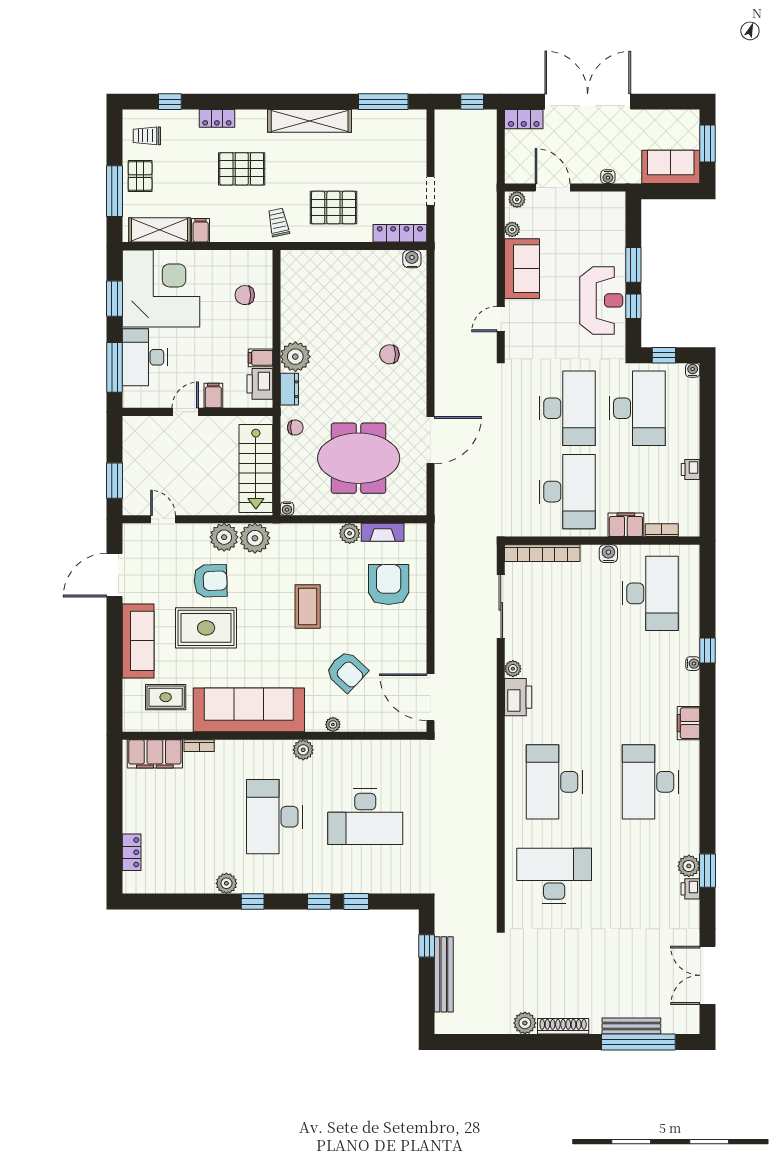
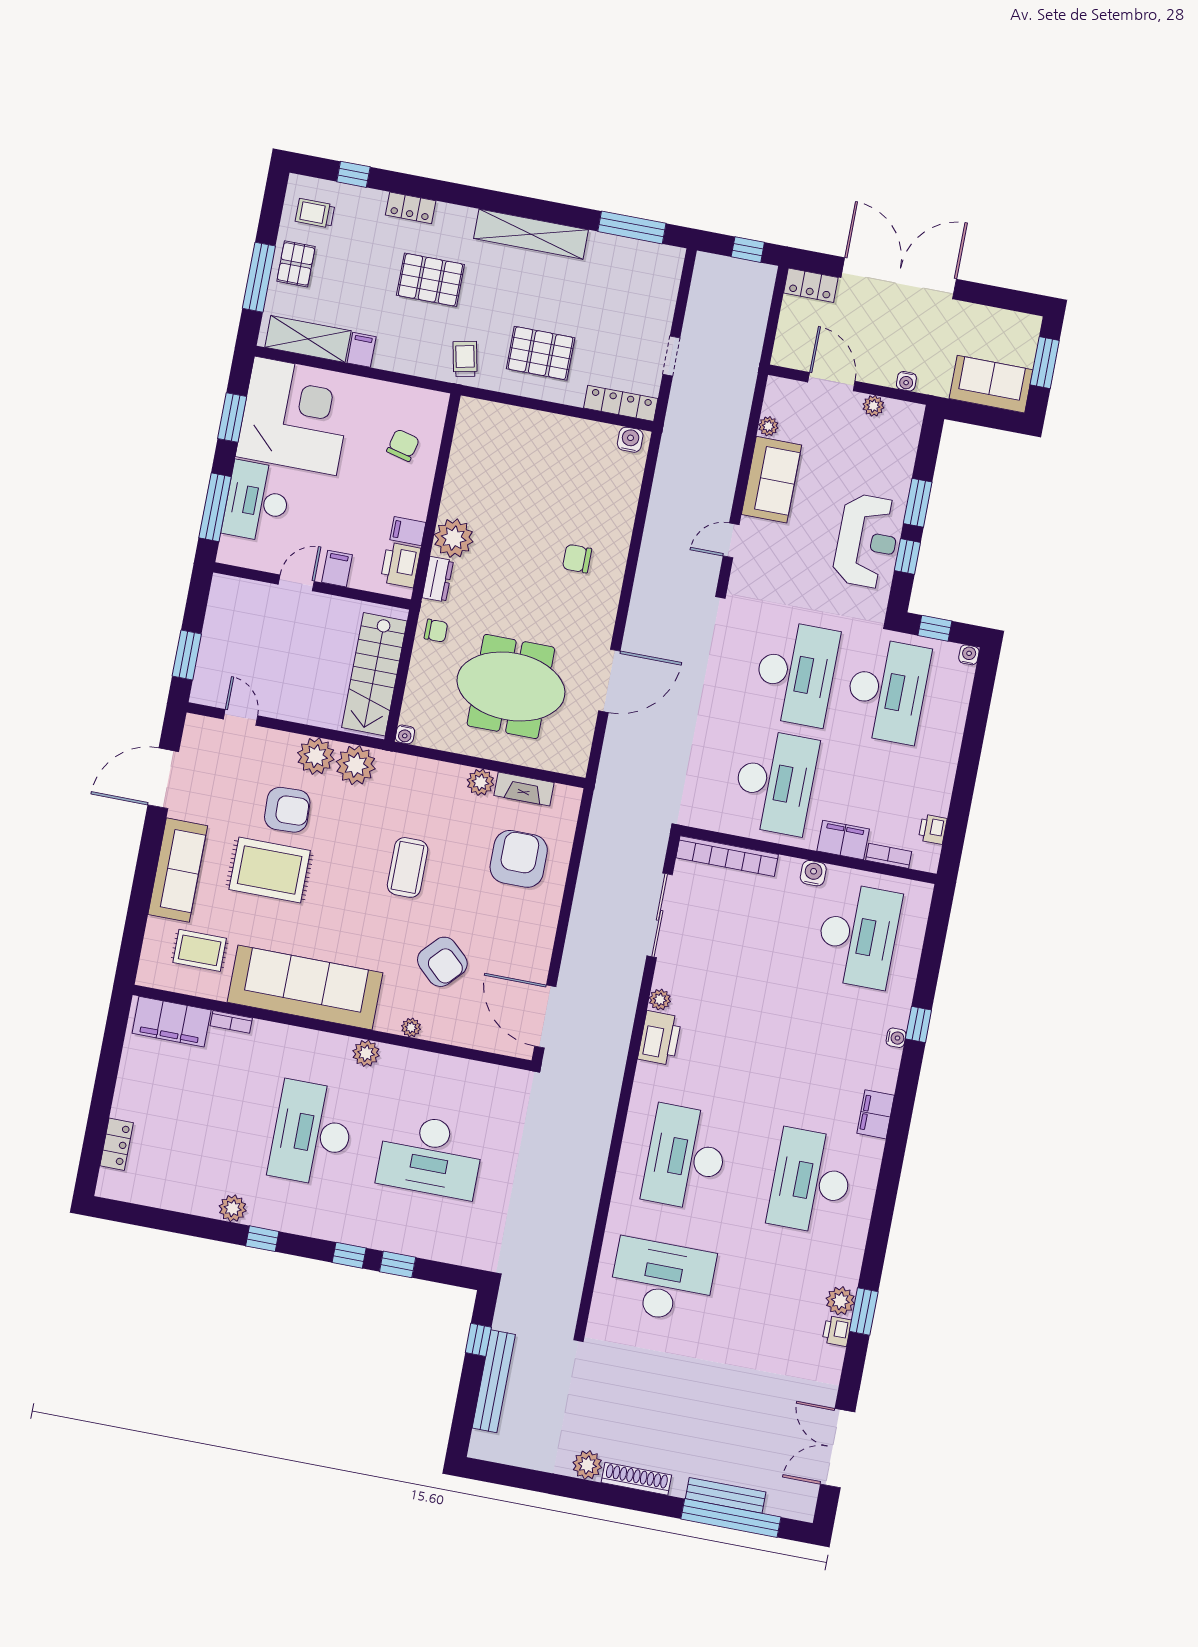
plant: (517, 200) -> (873, 406), moved
chair: (245, 295) -> (403, 445), turned 104
printer: (691, 469) -> (933, 829), moved

